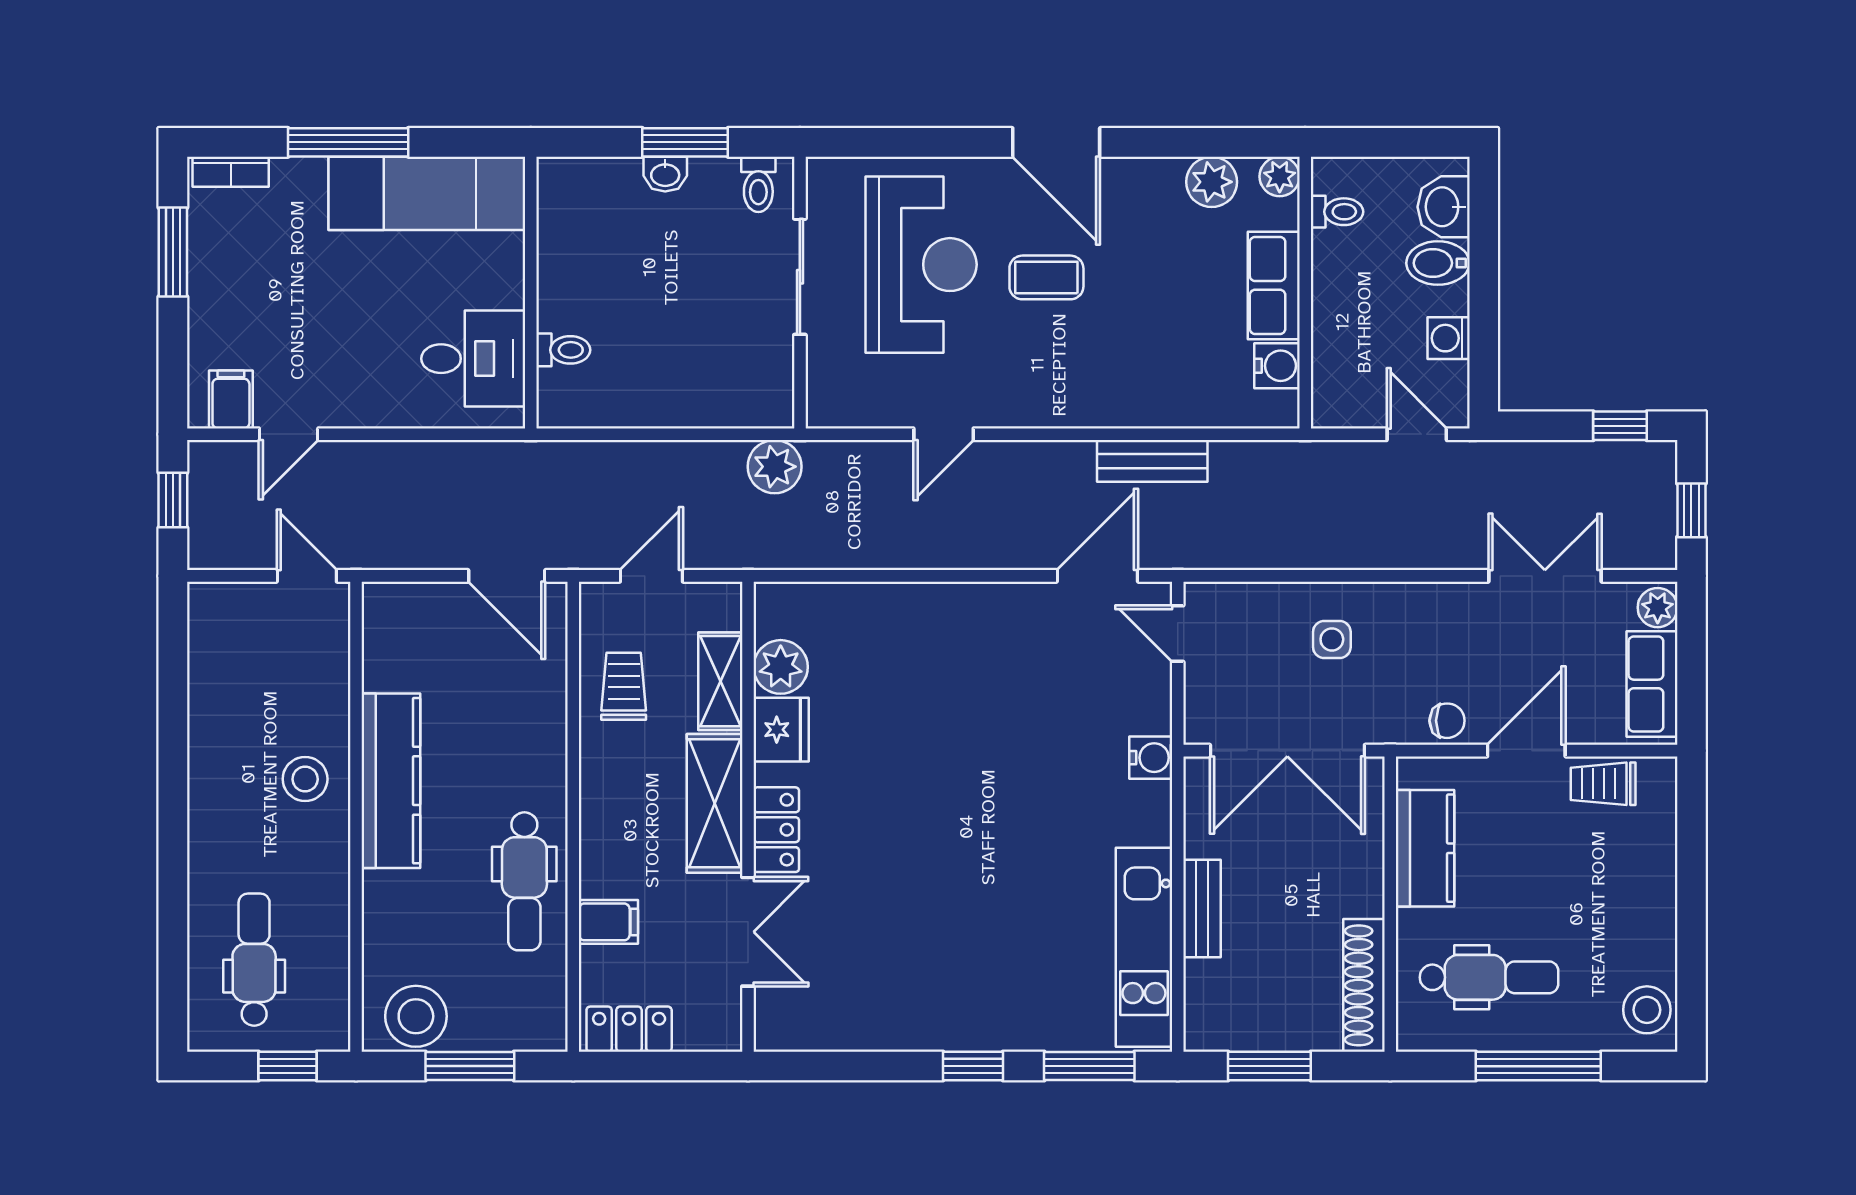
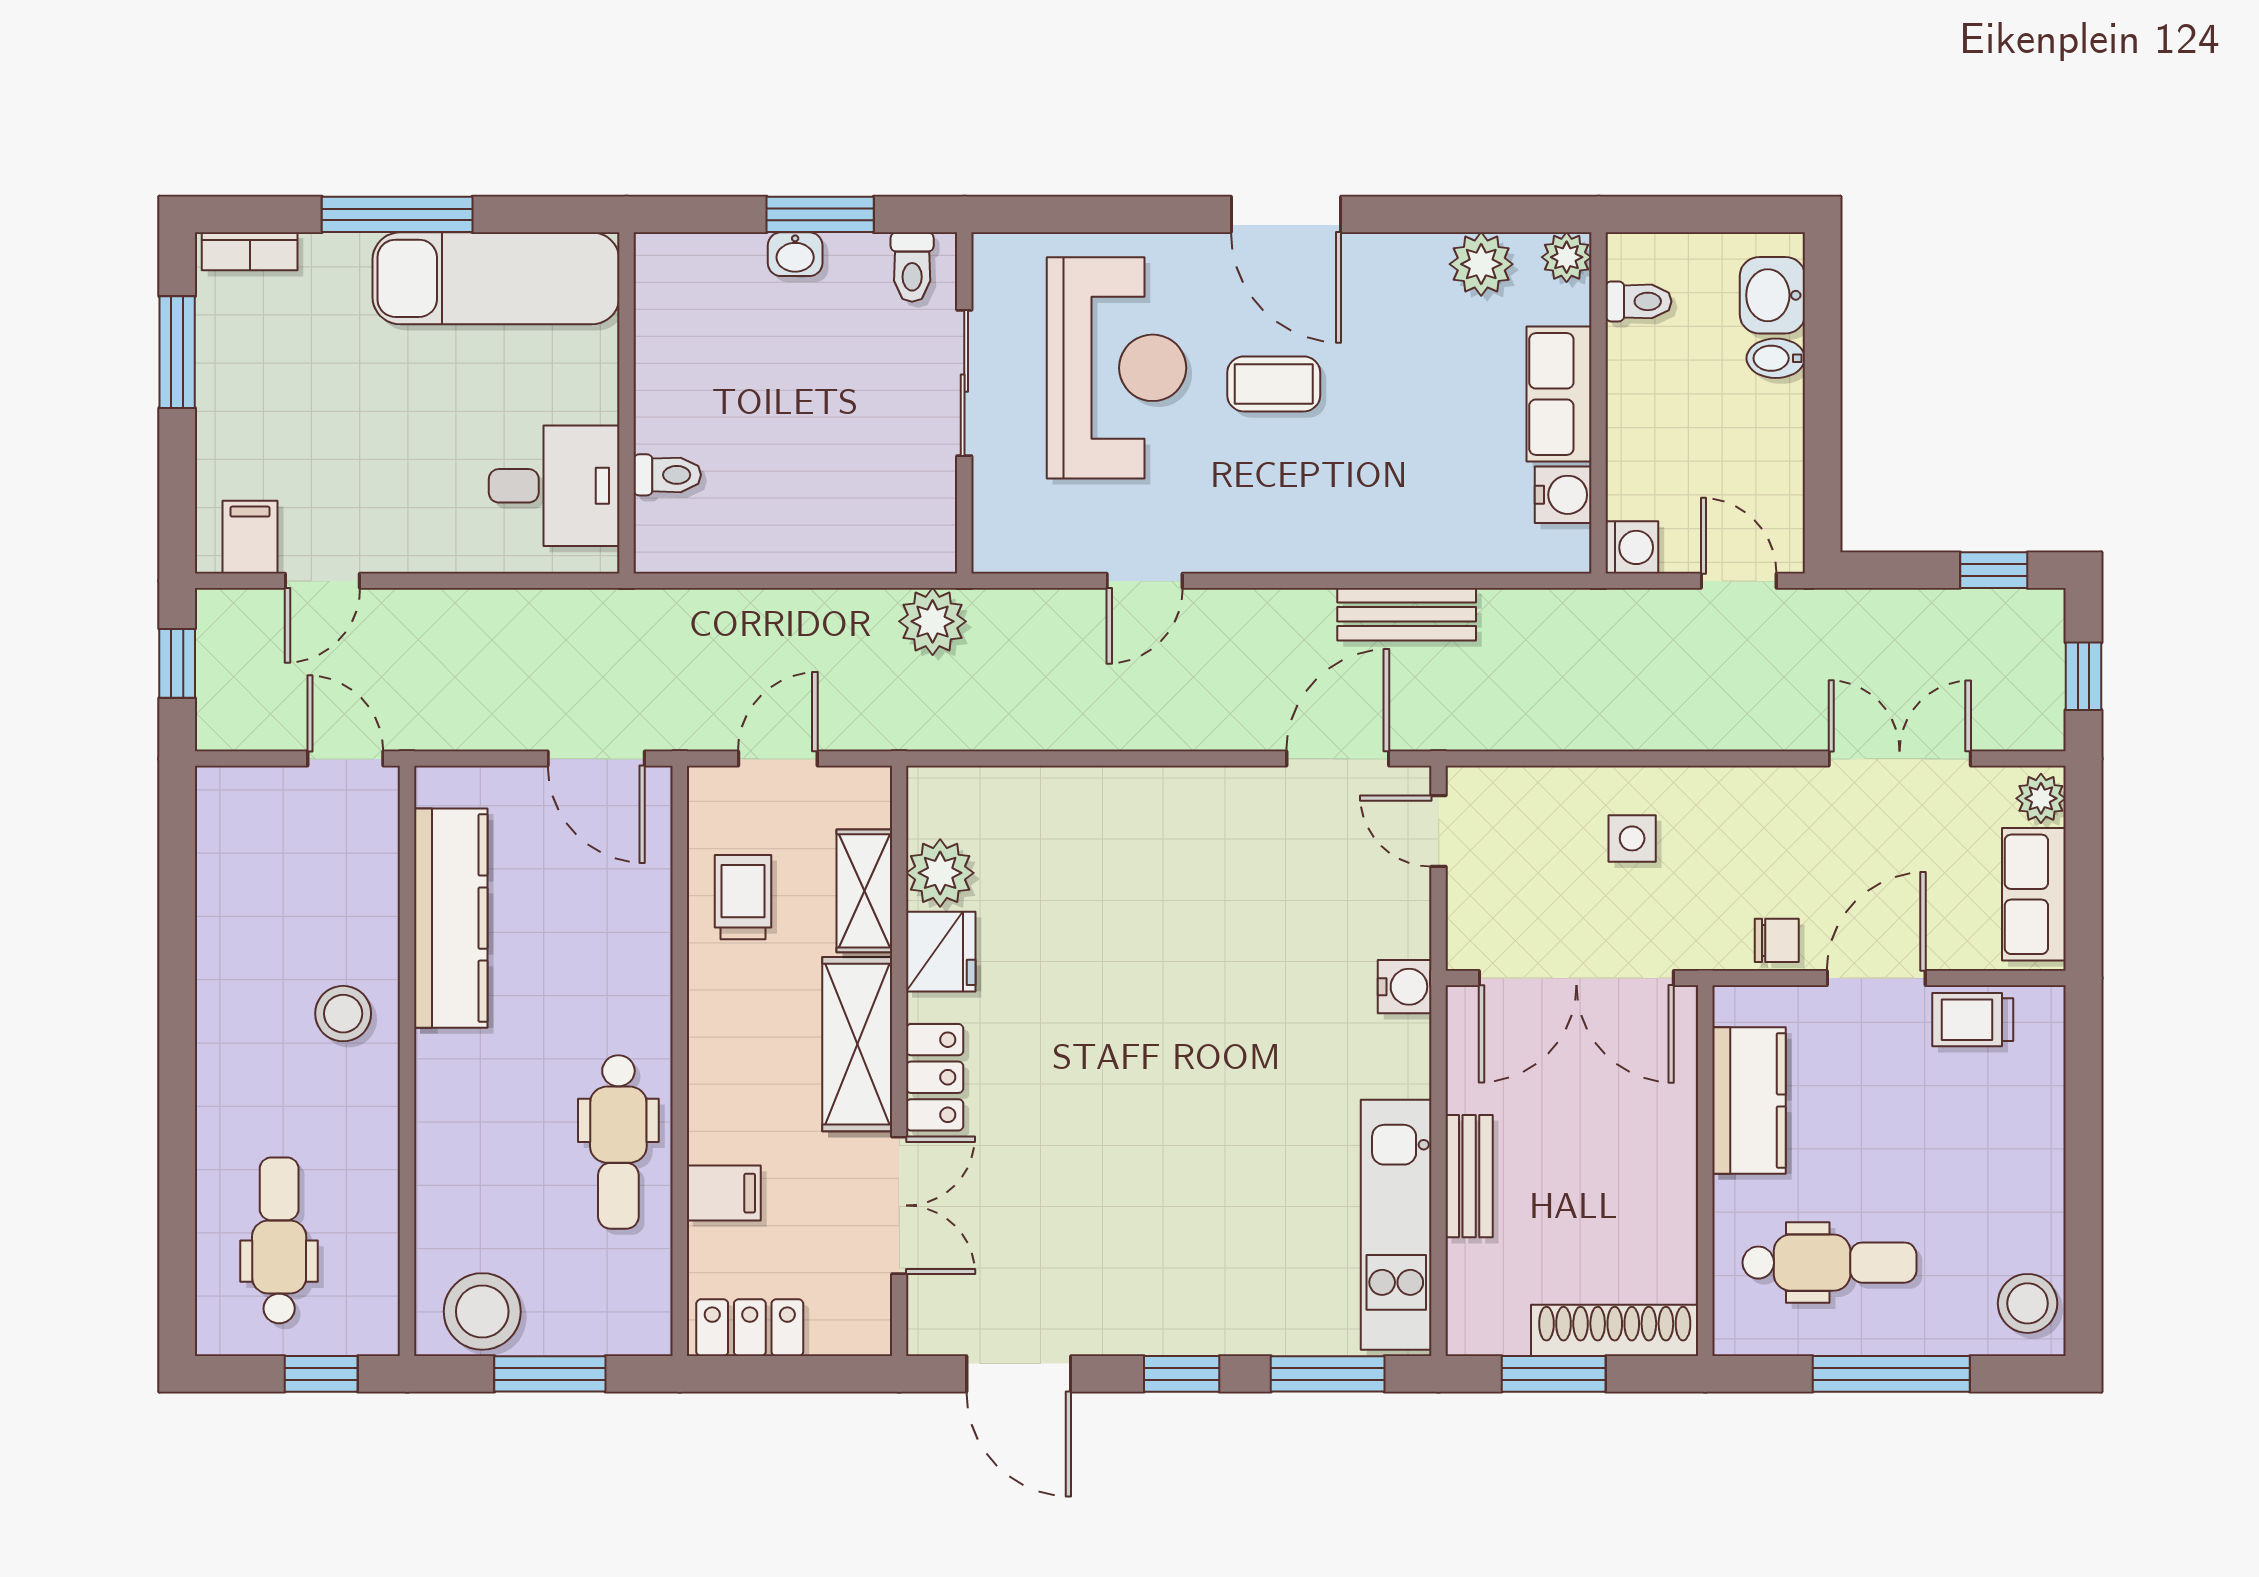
bidet: (1438, 263) -> (1776, 358), width x0.72, depth x0.74
washing machine: (1449, 338) -> (1632, 547), moved, turned 180
kitchen counter: (391, 781) -> (451, 918), moved
shoe rack: (1364, 985) -> (1615, 1330), moved, turned 90
door: (843, 1066) -> (1019, 1374), added

